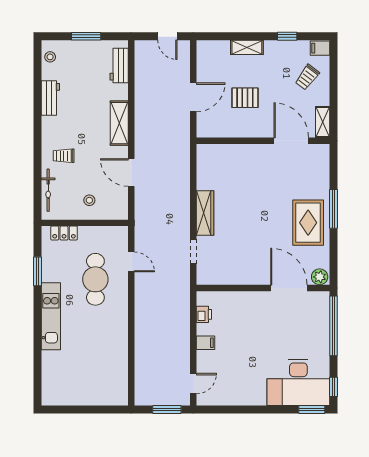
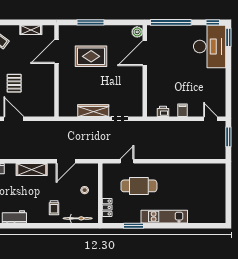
wall: (263, 141) -> (57, 71), moved
door: (291, 141) -> (57, 51), moved
rug: (308, 223) -> (91, 56), moved

